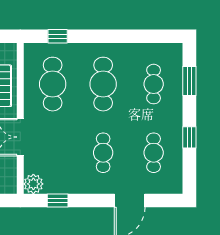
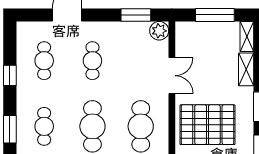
window: (58, 200) -> (136, 15), width x1.50

